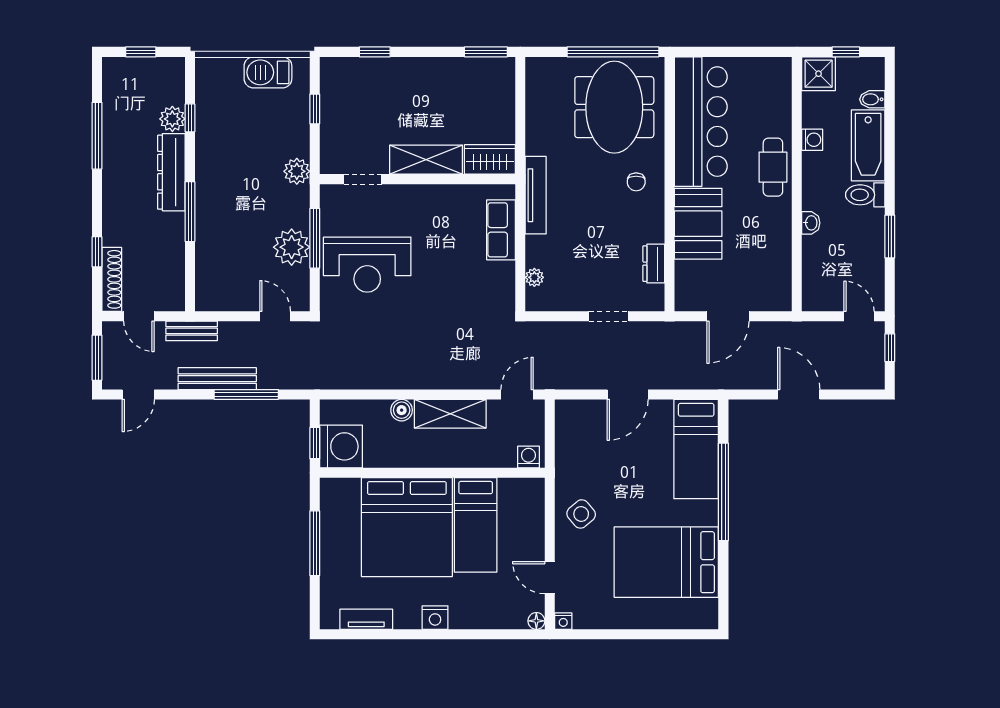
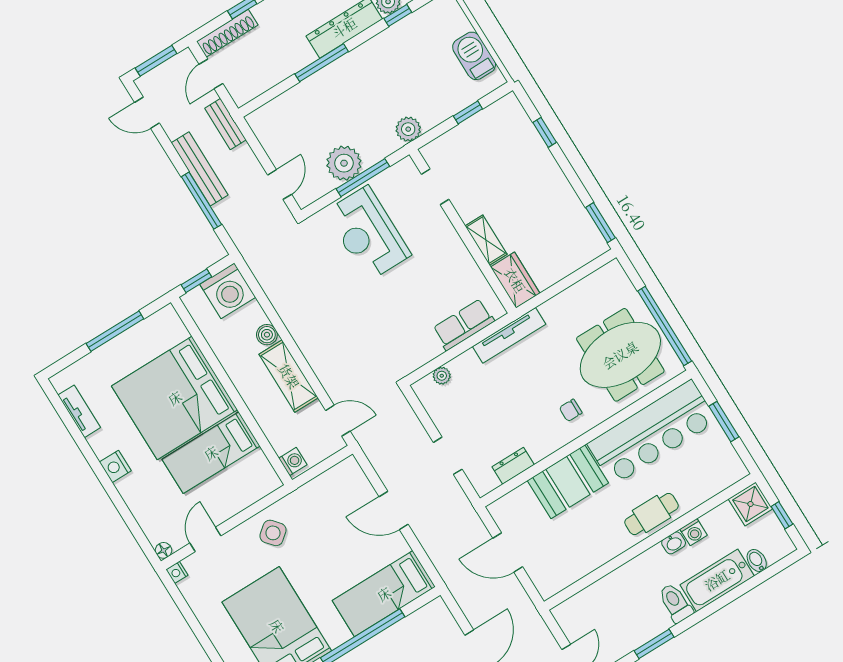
window: (731, 52) -> (724, 422), added
shelving: (426, 160) -> (486, 240), width x0.67, depth x0.75
washbasin: (811, 223) -> (674, 543), moved
washing machine: (341, 446) -> (228, 291), moved

